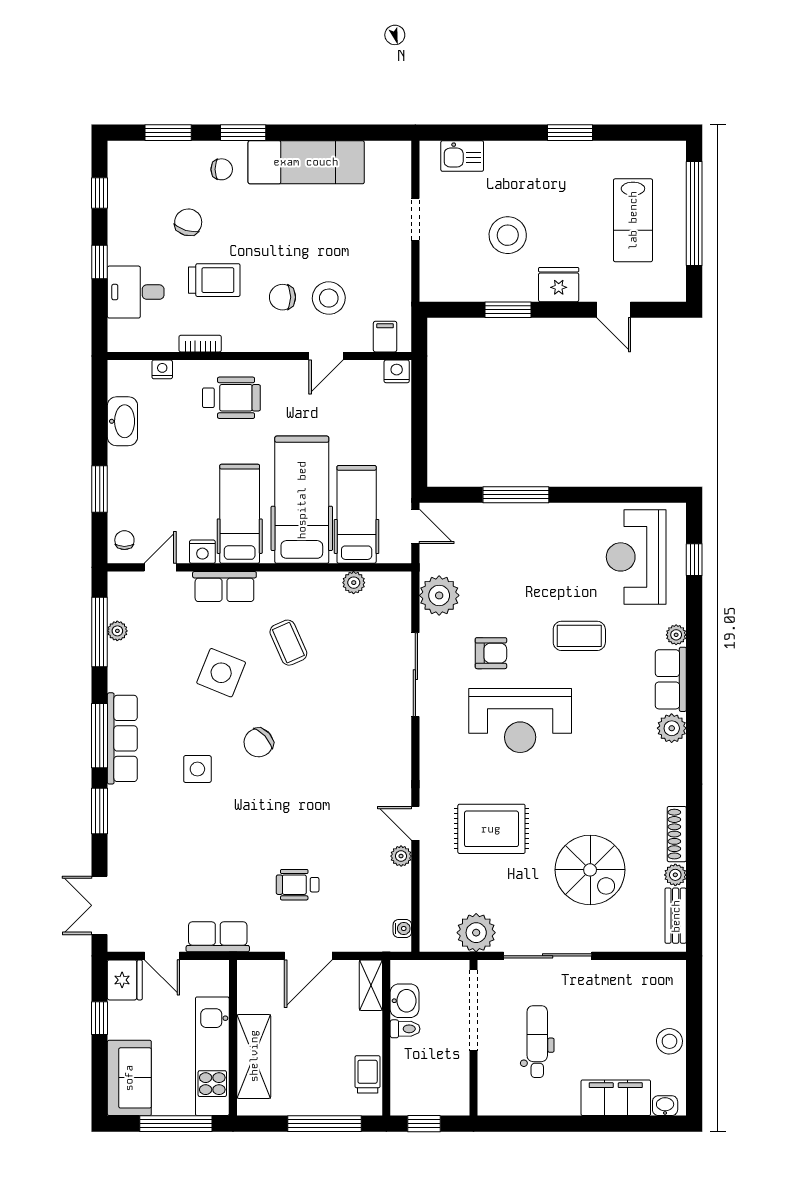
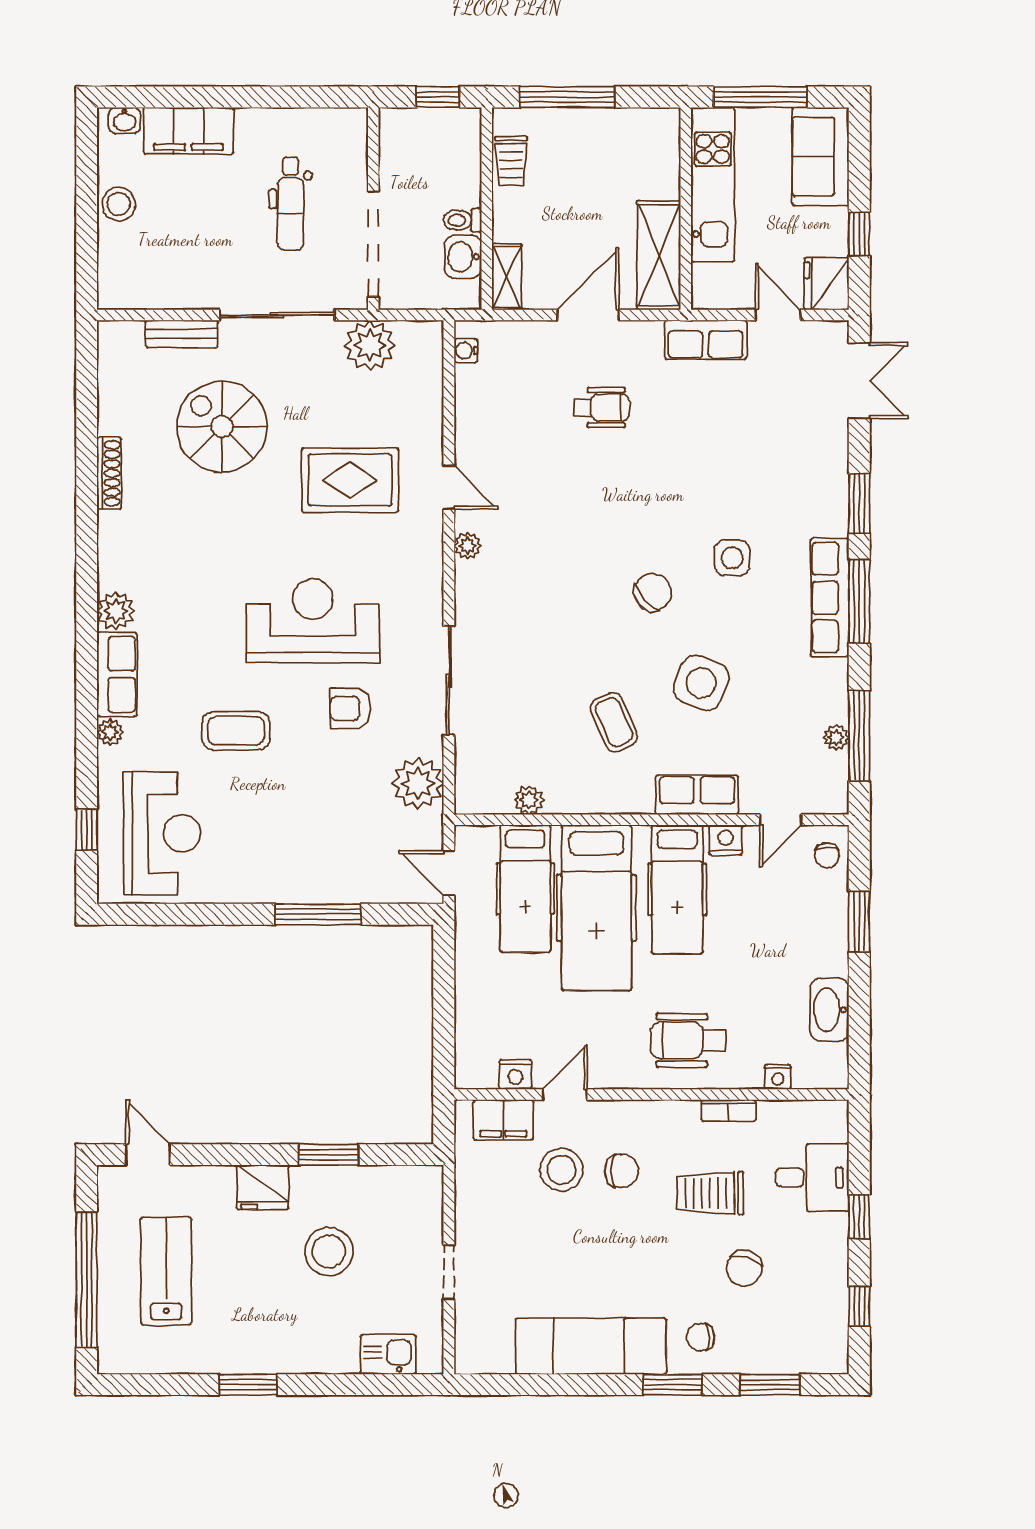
door: (614, 310) -> (148, 1155), moved
filing cabinet: (385, 337) -> (503, 1120), width x2.00
nightstand: (397, 371) -> (515, 1075), moved
plant: (401, 856) -> (468, 546), moved
plant: (675, 875) -> (111, 420), removed
bench: (676, 916) -> (182, 334), moved, turned 90
shelving: (254, 1056) -> (659, 255), moved

